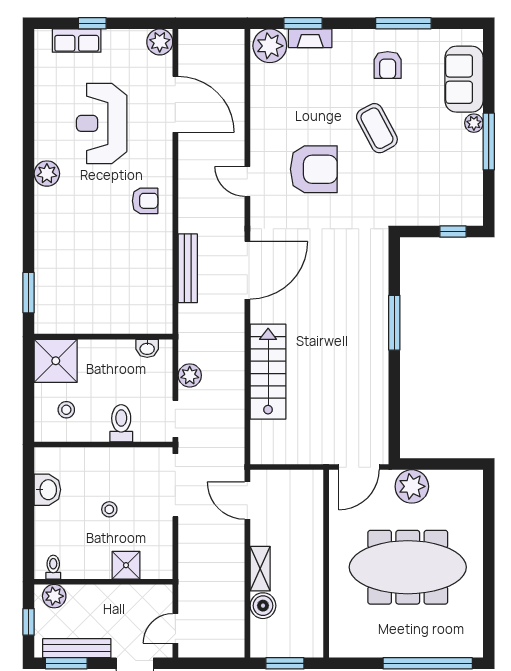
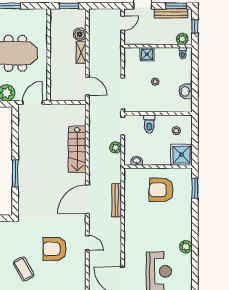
armchair: (145, 201) -> (161, 190), moved, width x1.88, depth x1.88

